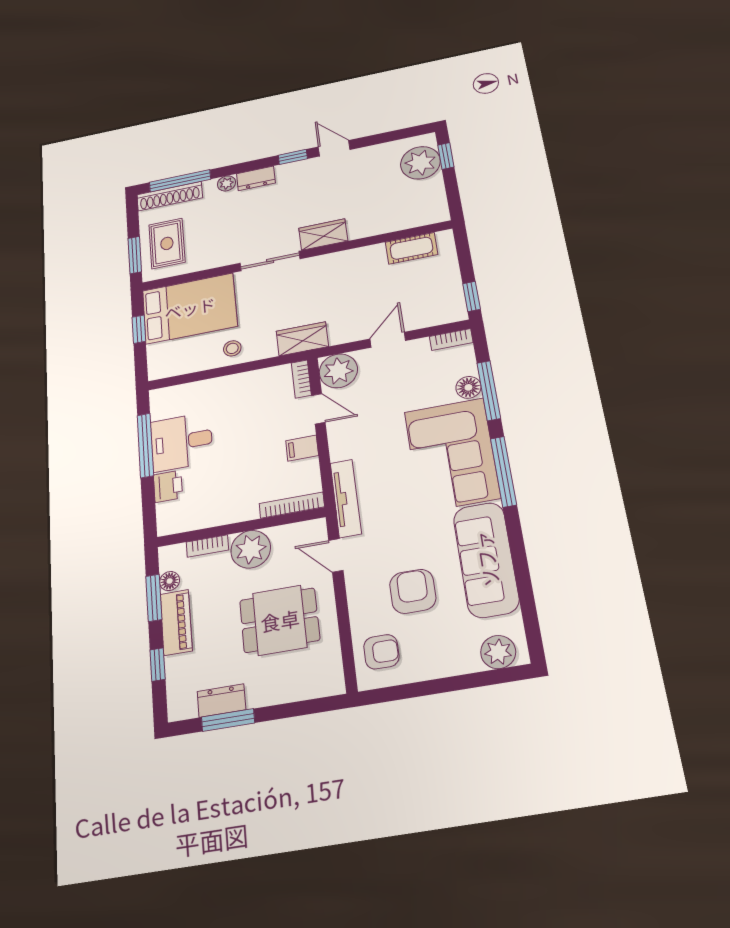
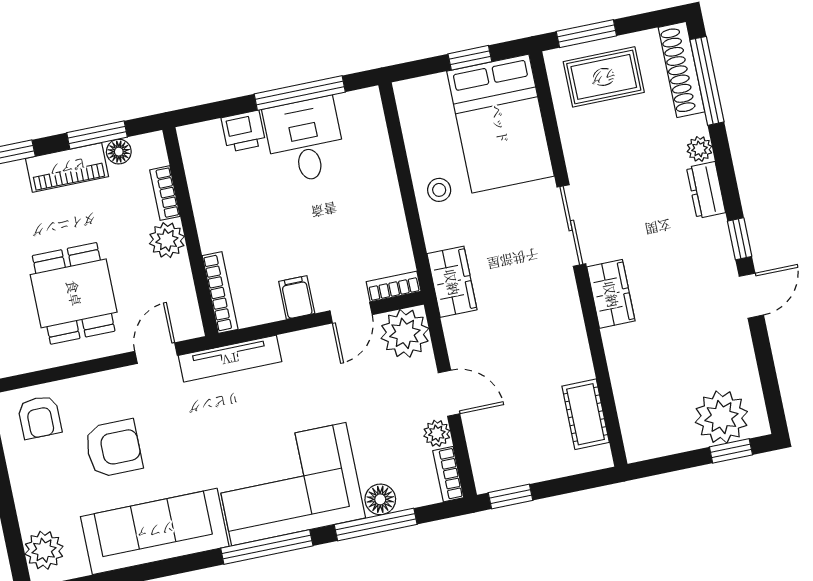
plant: (418, 348) -> (437, 433), added
plant: (251, 549) -> (167, 240), width x0.73, depth x0.73

